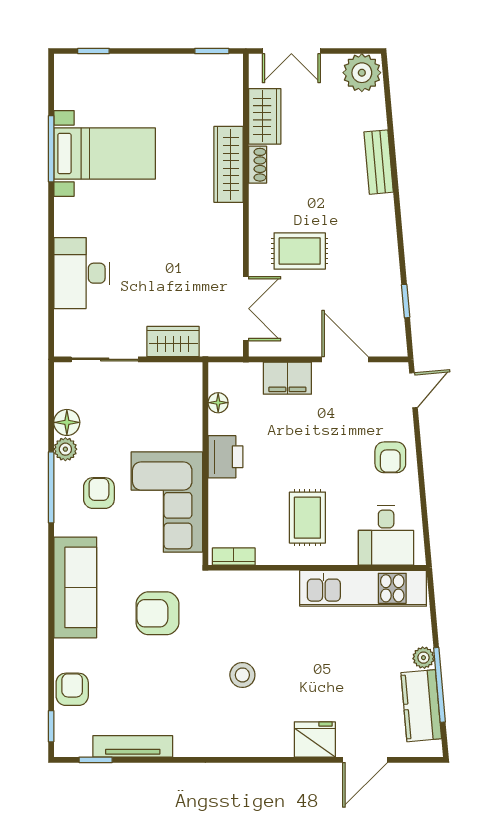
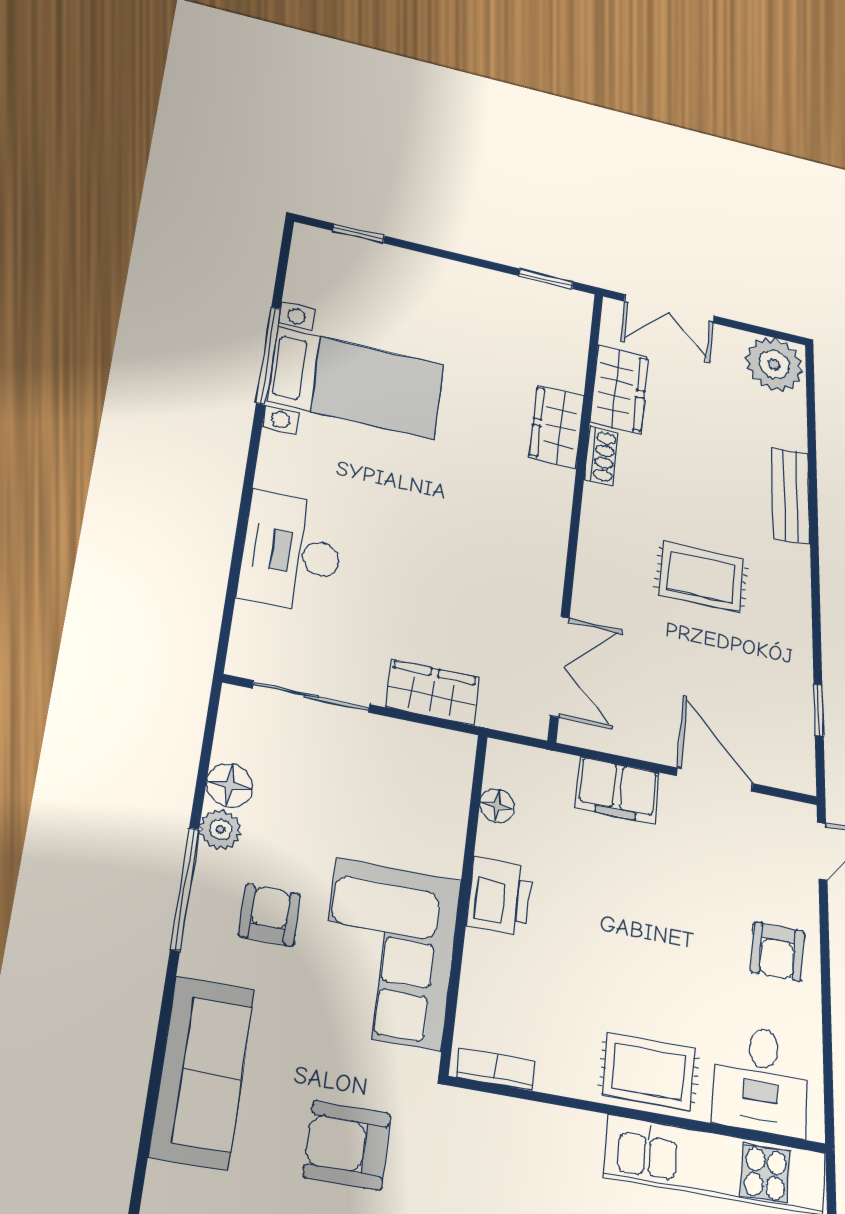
wardrobe: (229, 164) -> (557, 427), width x0.67
rug: (300, 251) -> (701, 577), moved
rug: (307, 518) -> (649, 1072), moved, turned 90

